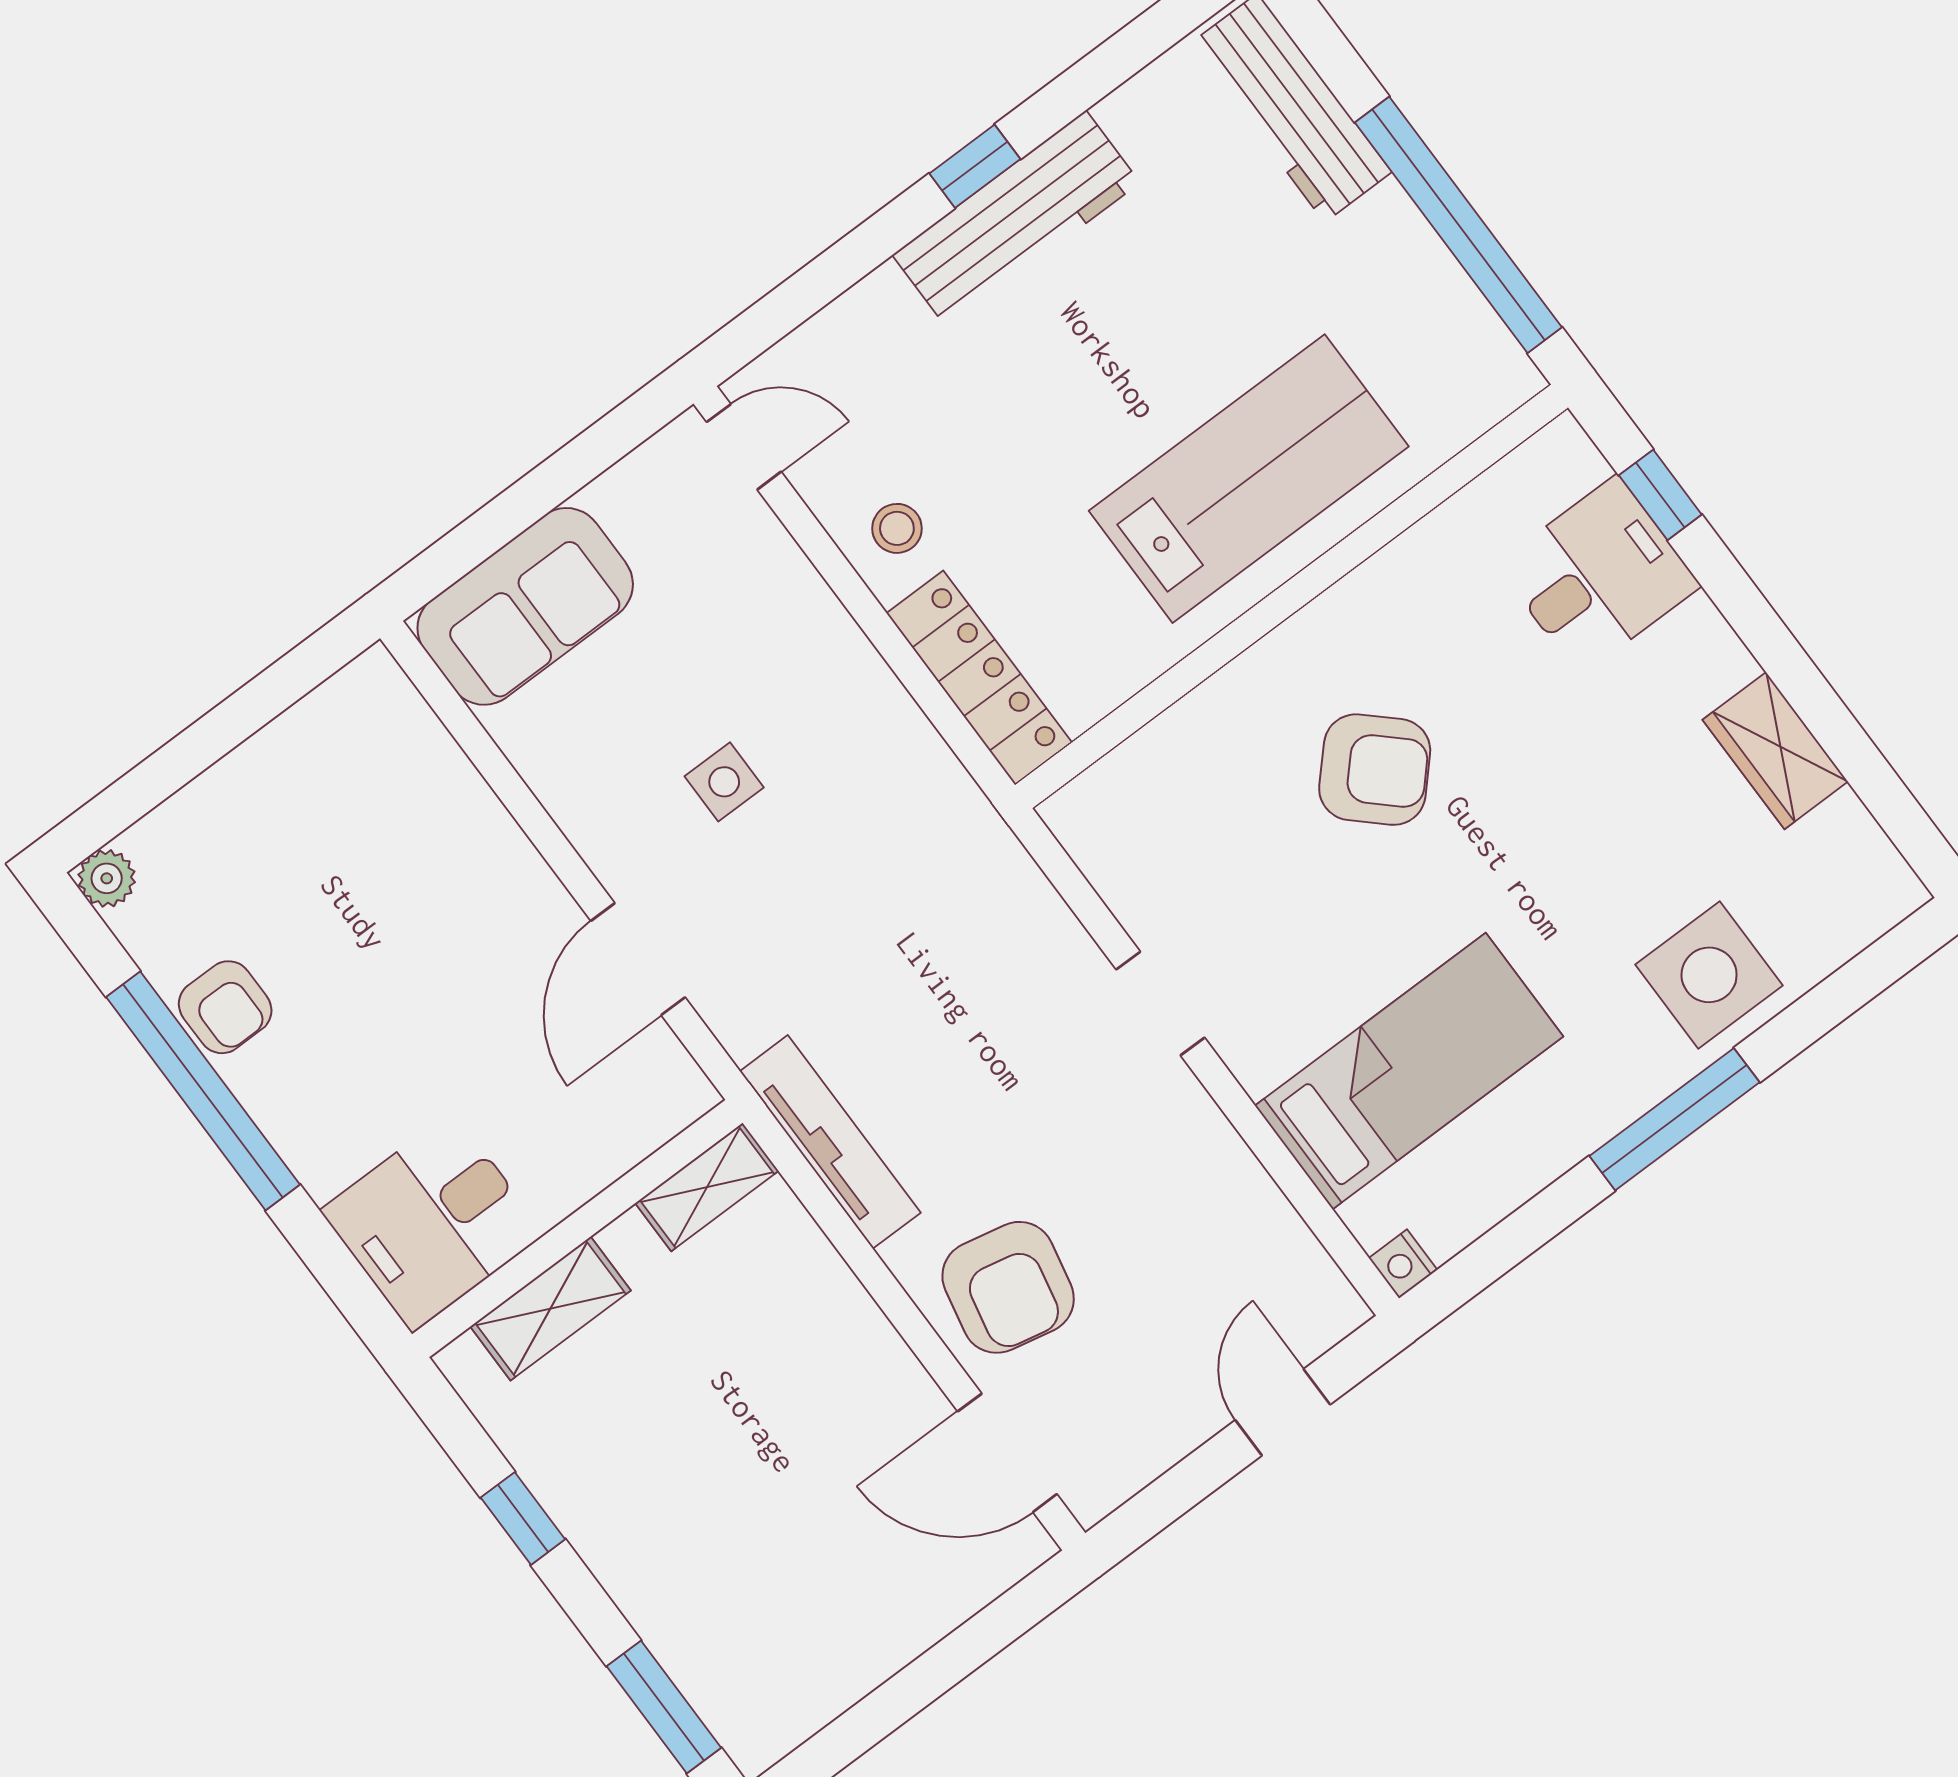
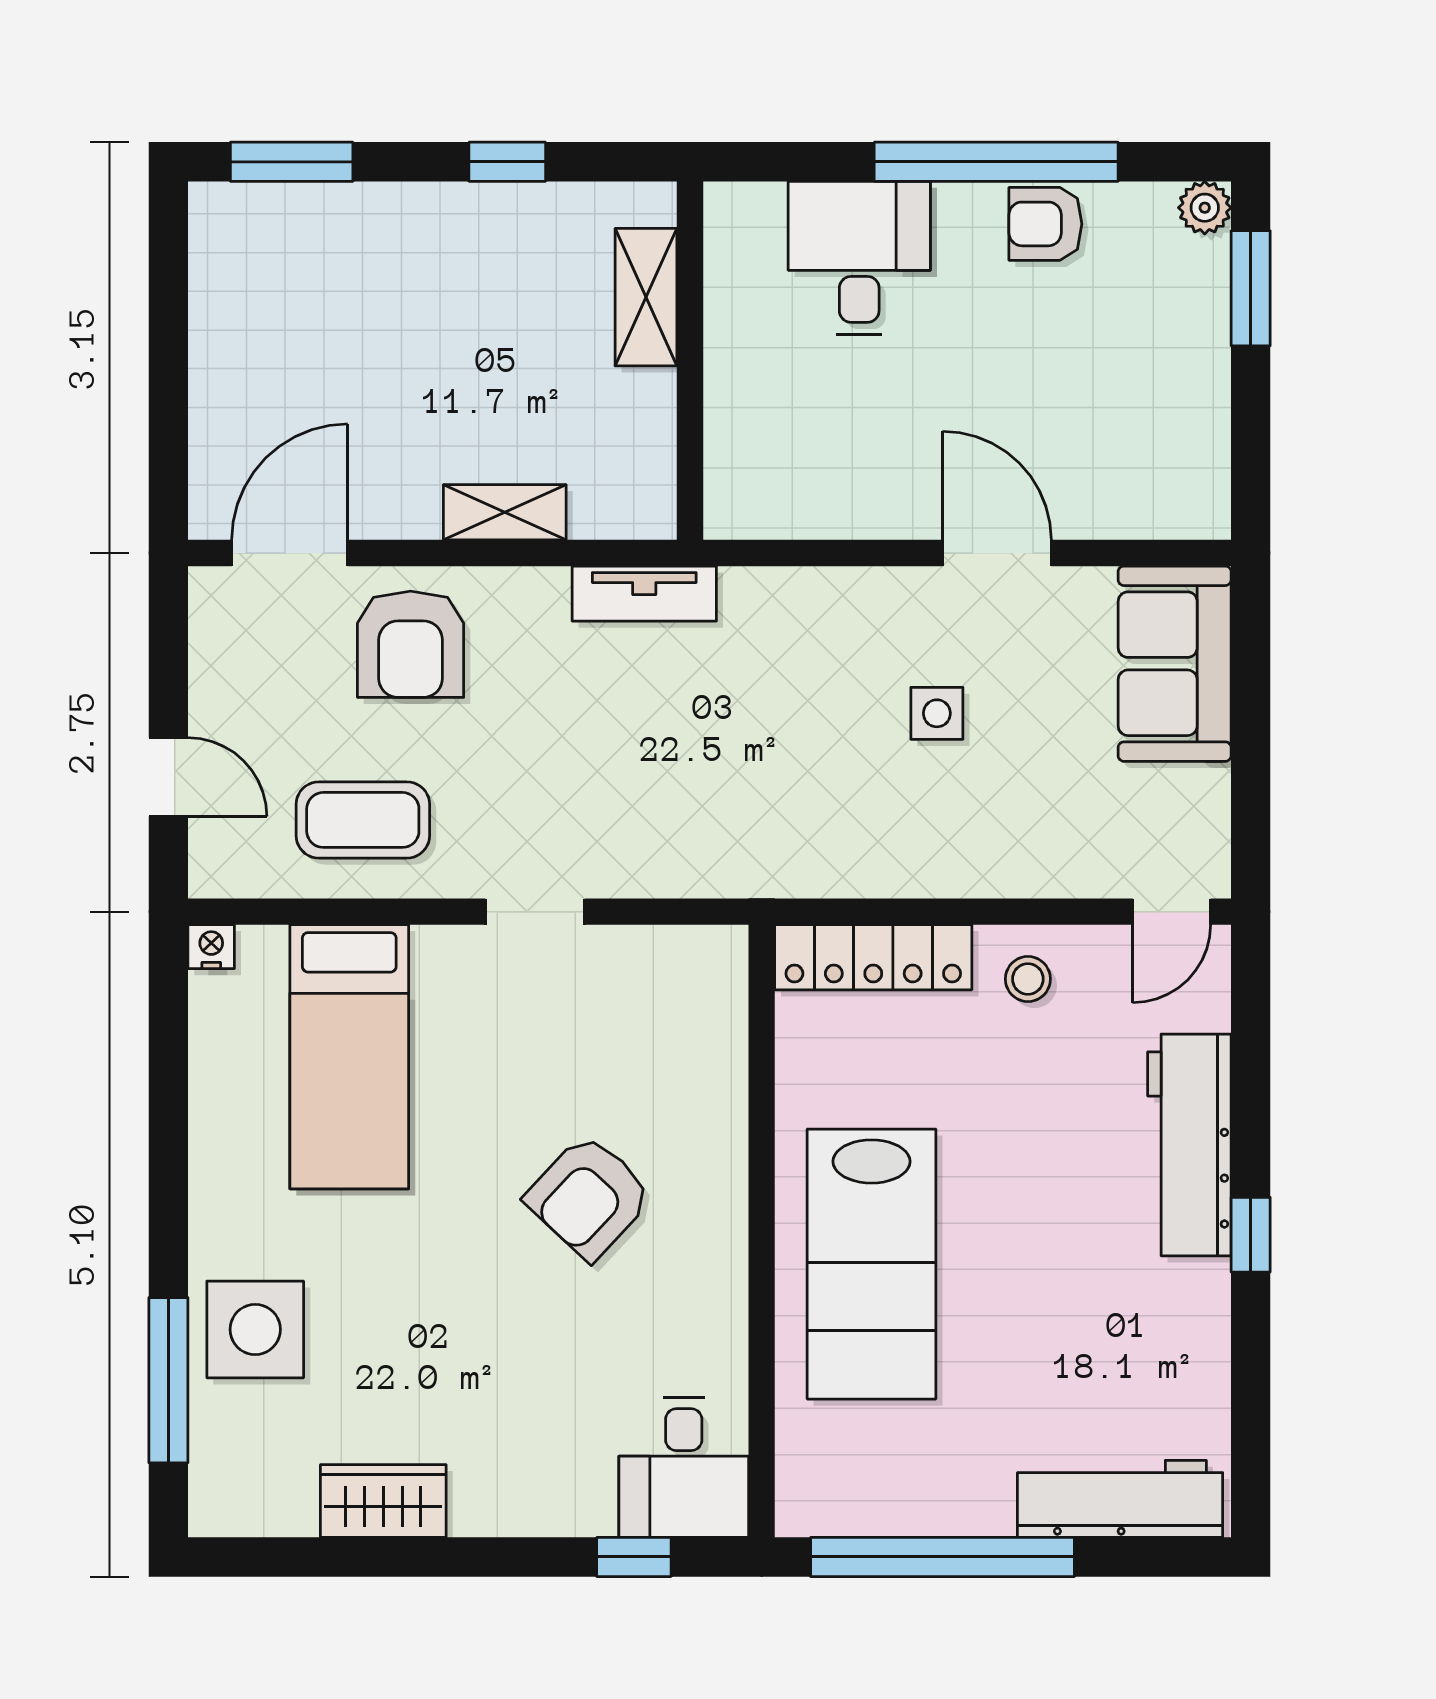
workbench: (1016, 219) -> (1189, 1145), moved
desk: (1598, 575) -> (684, 1467), moved
window: (147, 786) -> (1251, 288), added
door: (638, 959) -> (997, 553), moved
window: (1674, 1119) -> (168, 1380), moved
tv unit: (830, 1142) -> (644, 594), width x0.71
shelving: (707, 1187) -> (505, 512), moved, turned 90
coffee table: (1193, 1214) -> (363, 820), added
desk: (432, 1222) -> (859, 258), moved
armchair: (1008, 1287) -> (411, 644), turned -102

